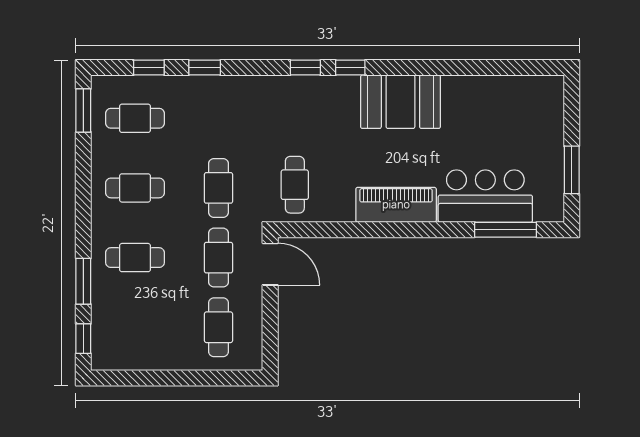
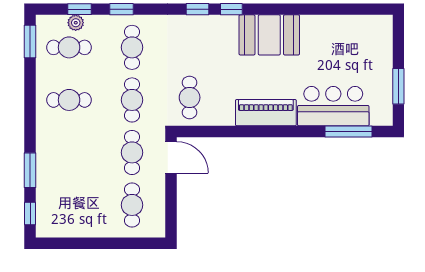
plant: (144, 86) -> (76, 23), added
cafe table: (135, 258) -> (132, 47), moved, turned 90

